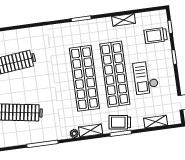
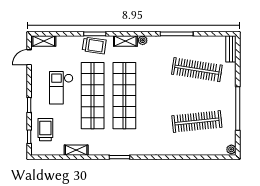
trolley: (156, 36) -> (45, 130), turned -90
checkout: (146, 78) -> (61, 88), turned 180
shelving: (156, 122) -> (44, 41), moved

